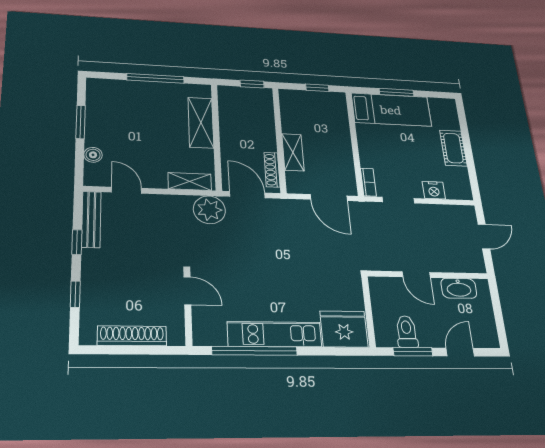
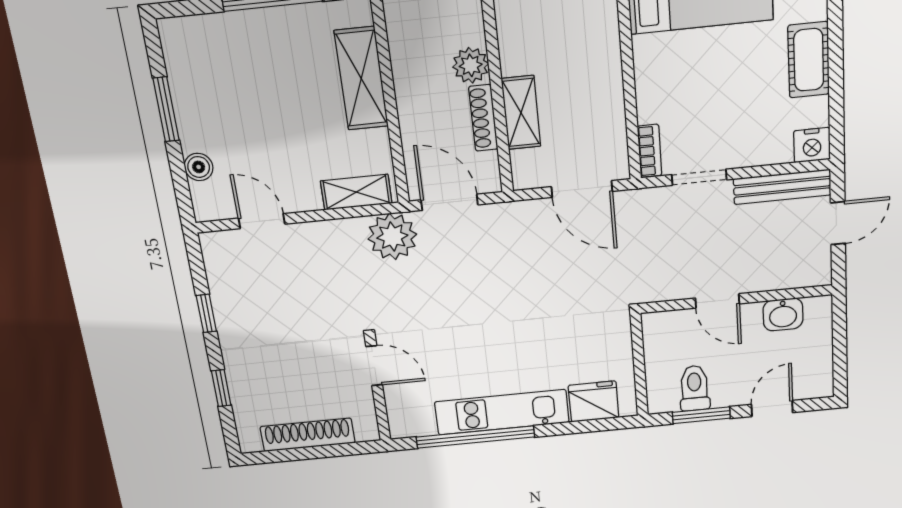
plant: (265, 125) -> (471, 65), added
shoe rack: (272, 170) -> (483, 118), moved
nightstand: (434, 190) -> (812, 145), moved
bench: (91, 219) -> (782, 187), moved, turned 90
washbasin: (459, 288) -> (783, 314), width x0.72
fridge: (344, 329) -> (594, 401), width x0.73, depth x0.75

